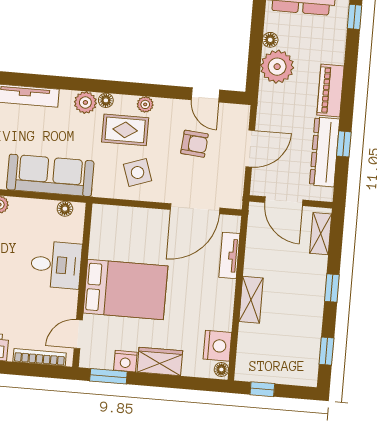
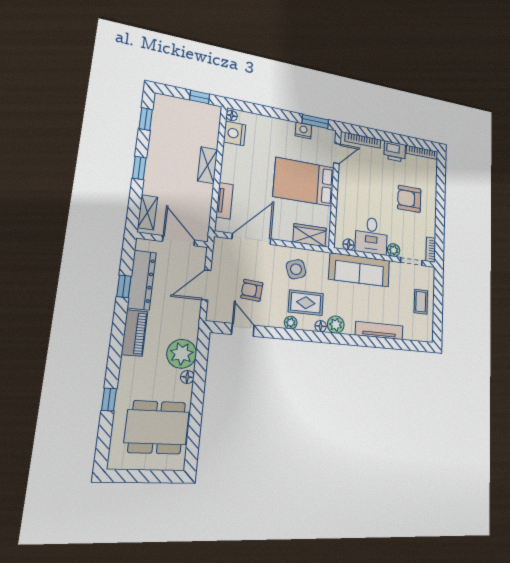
desk: (56, 265) -> (371, 236), moved, turned -90
wardrobe: (160, 361) -> (310, 235), moved, turned 180

